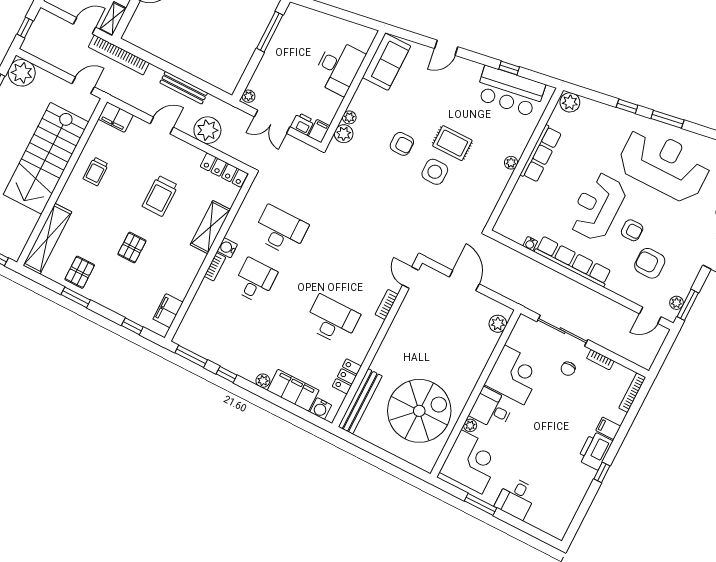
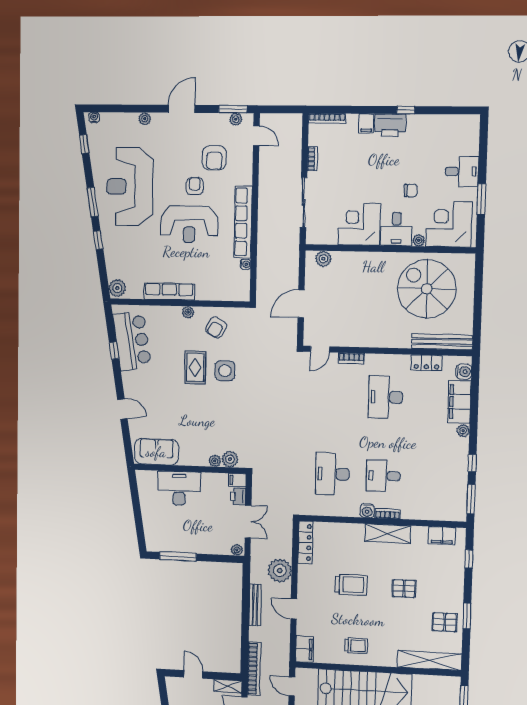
armchair: (402, 144) -> (216, 327), moved, turned -150
shelving: (210, 227) -> (388, 534), moved
chair: (568, 369) -> (411, 190), moved

